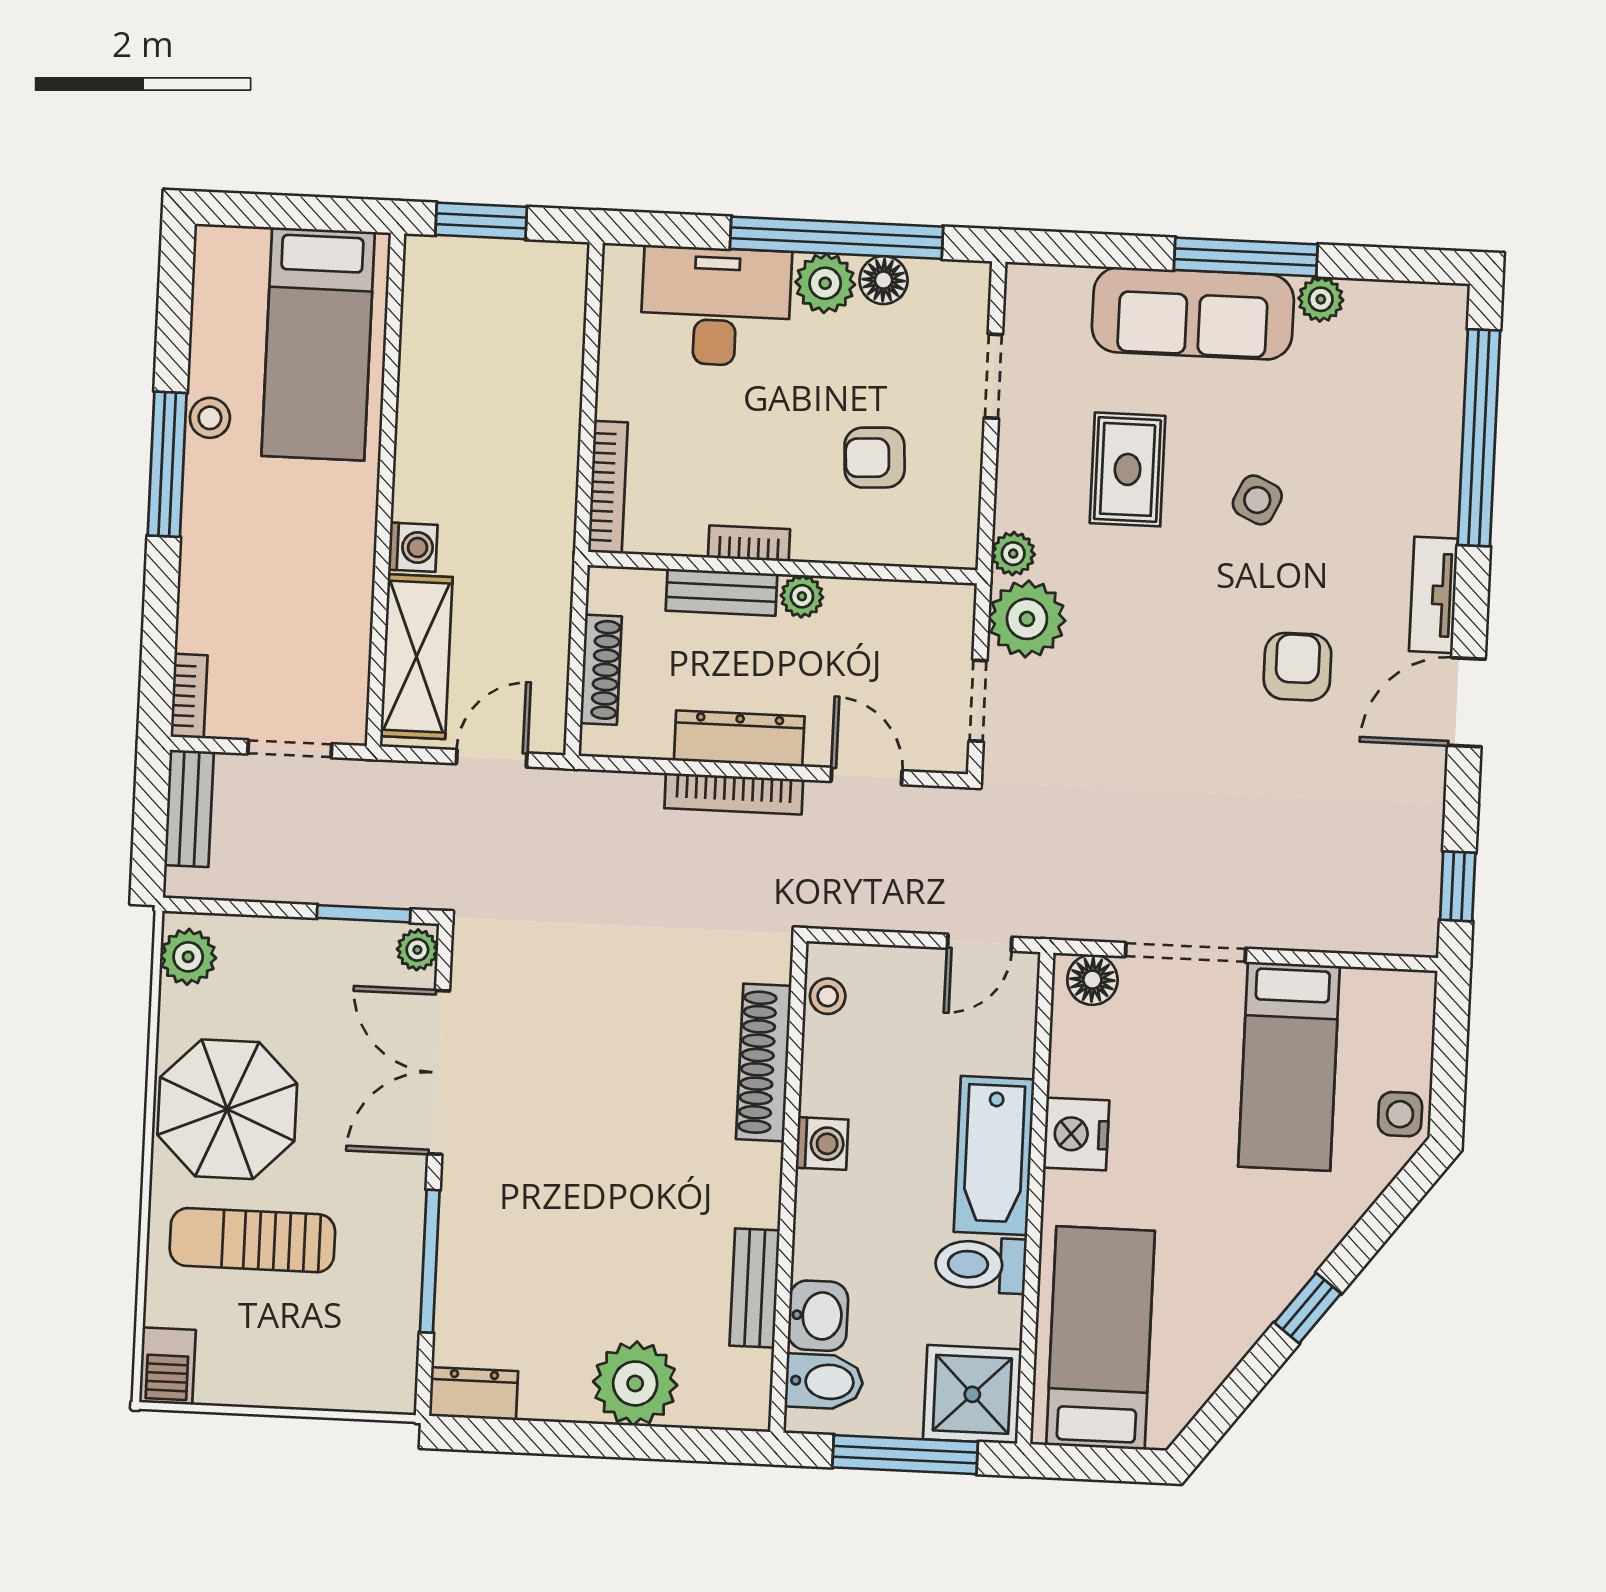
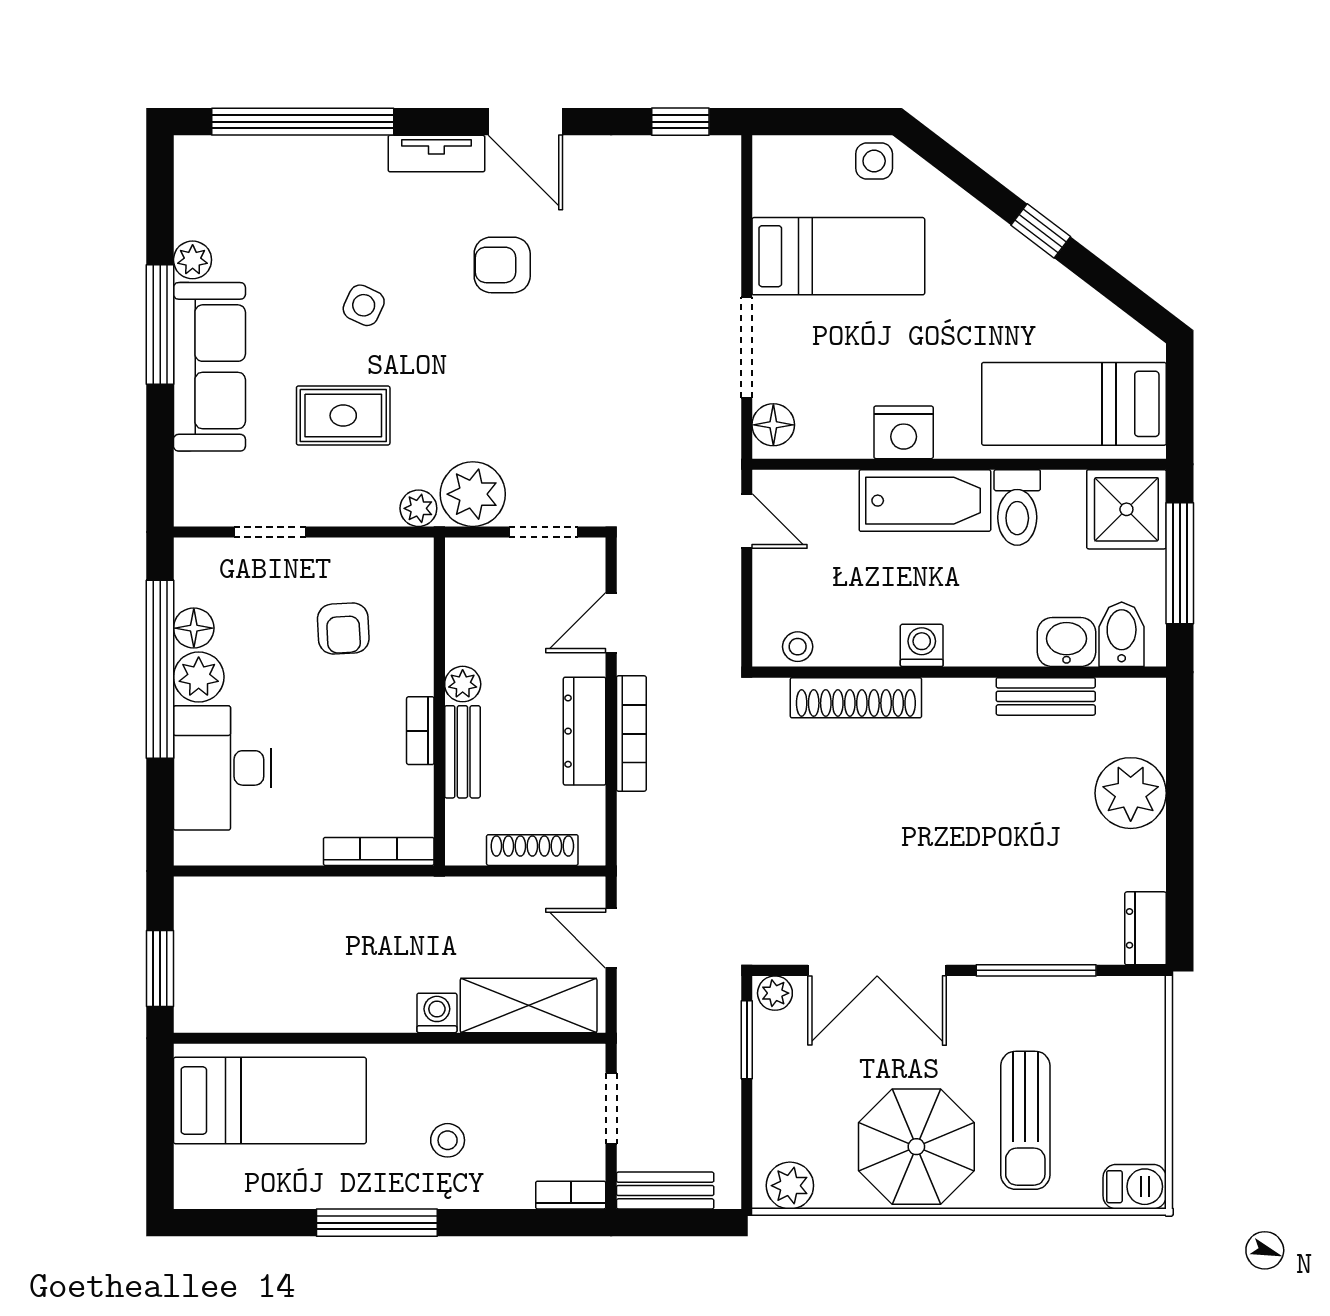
stool: (210, 418) -> (448, 1140), moved

